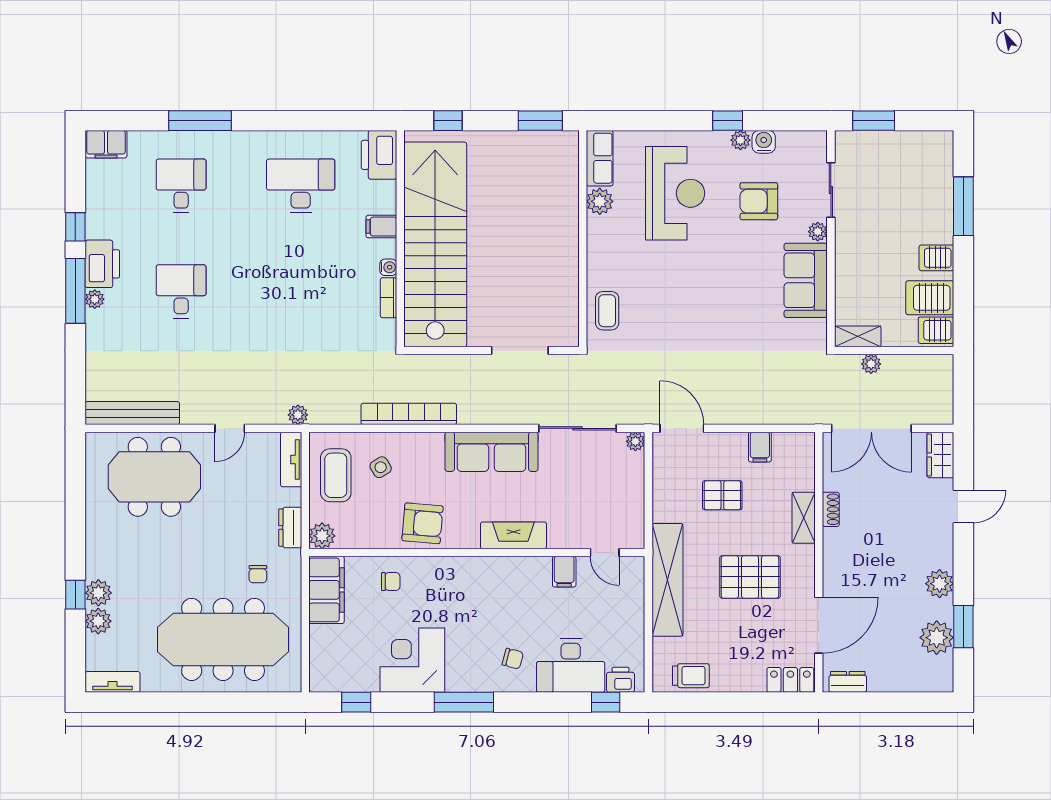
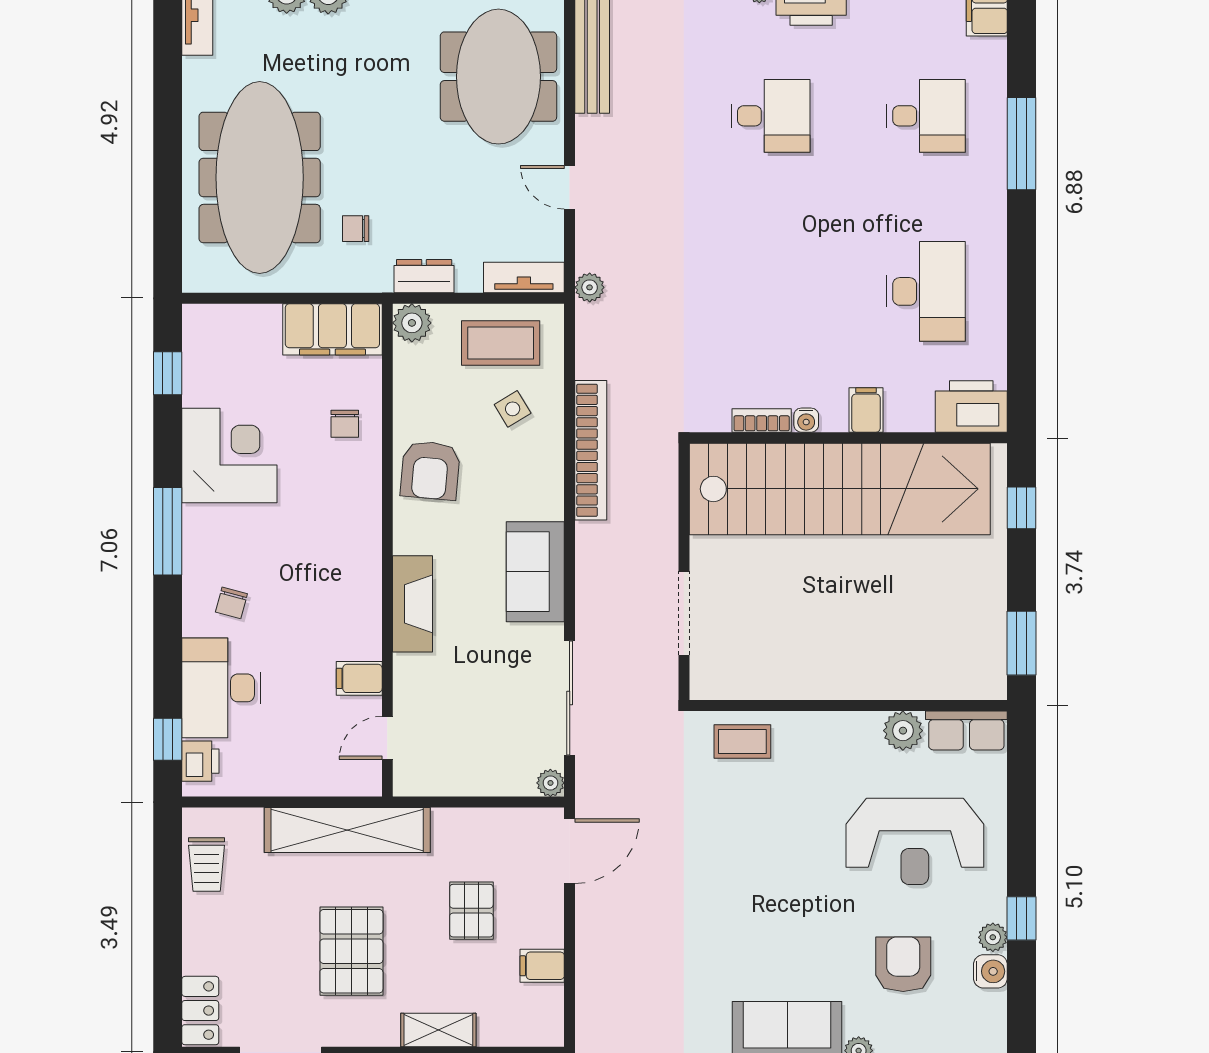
sofa: (491, 452) -> (535, 572), width x0.73

